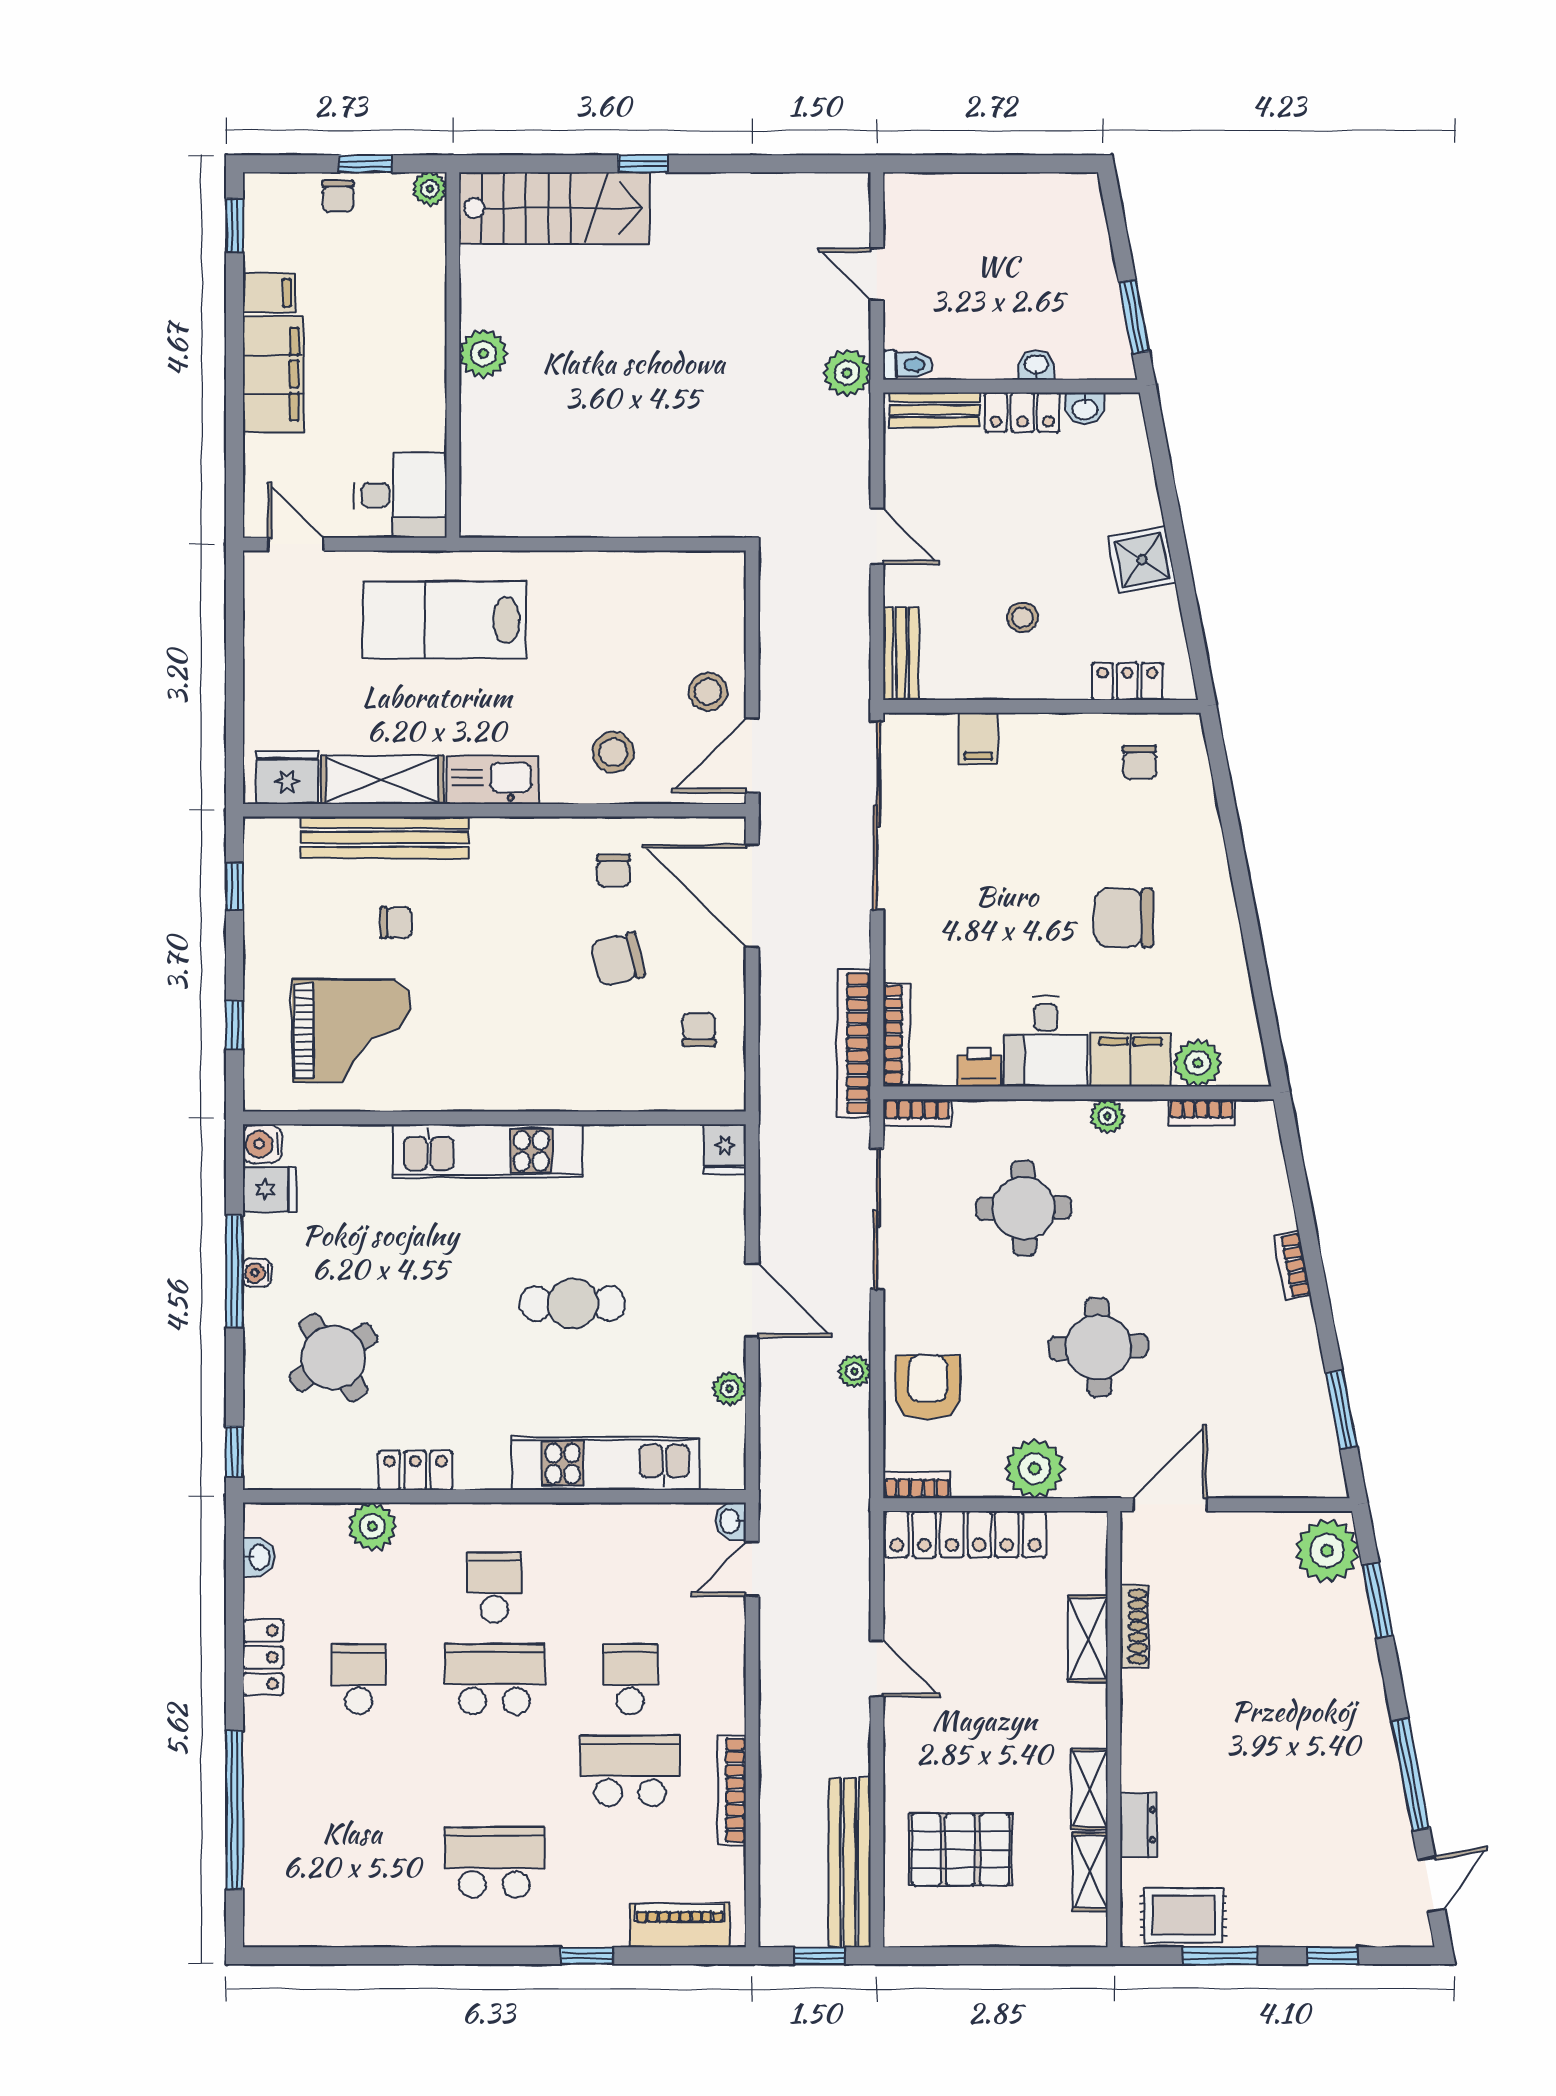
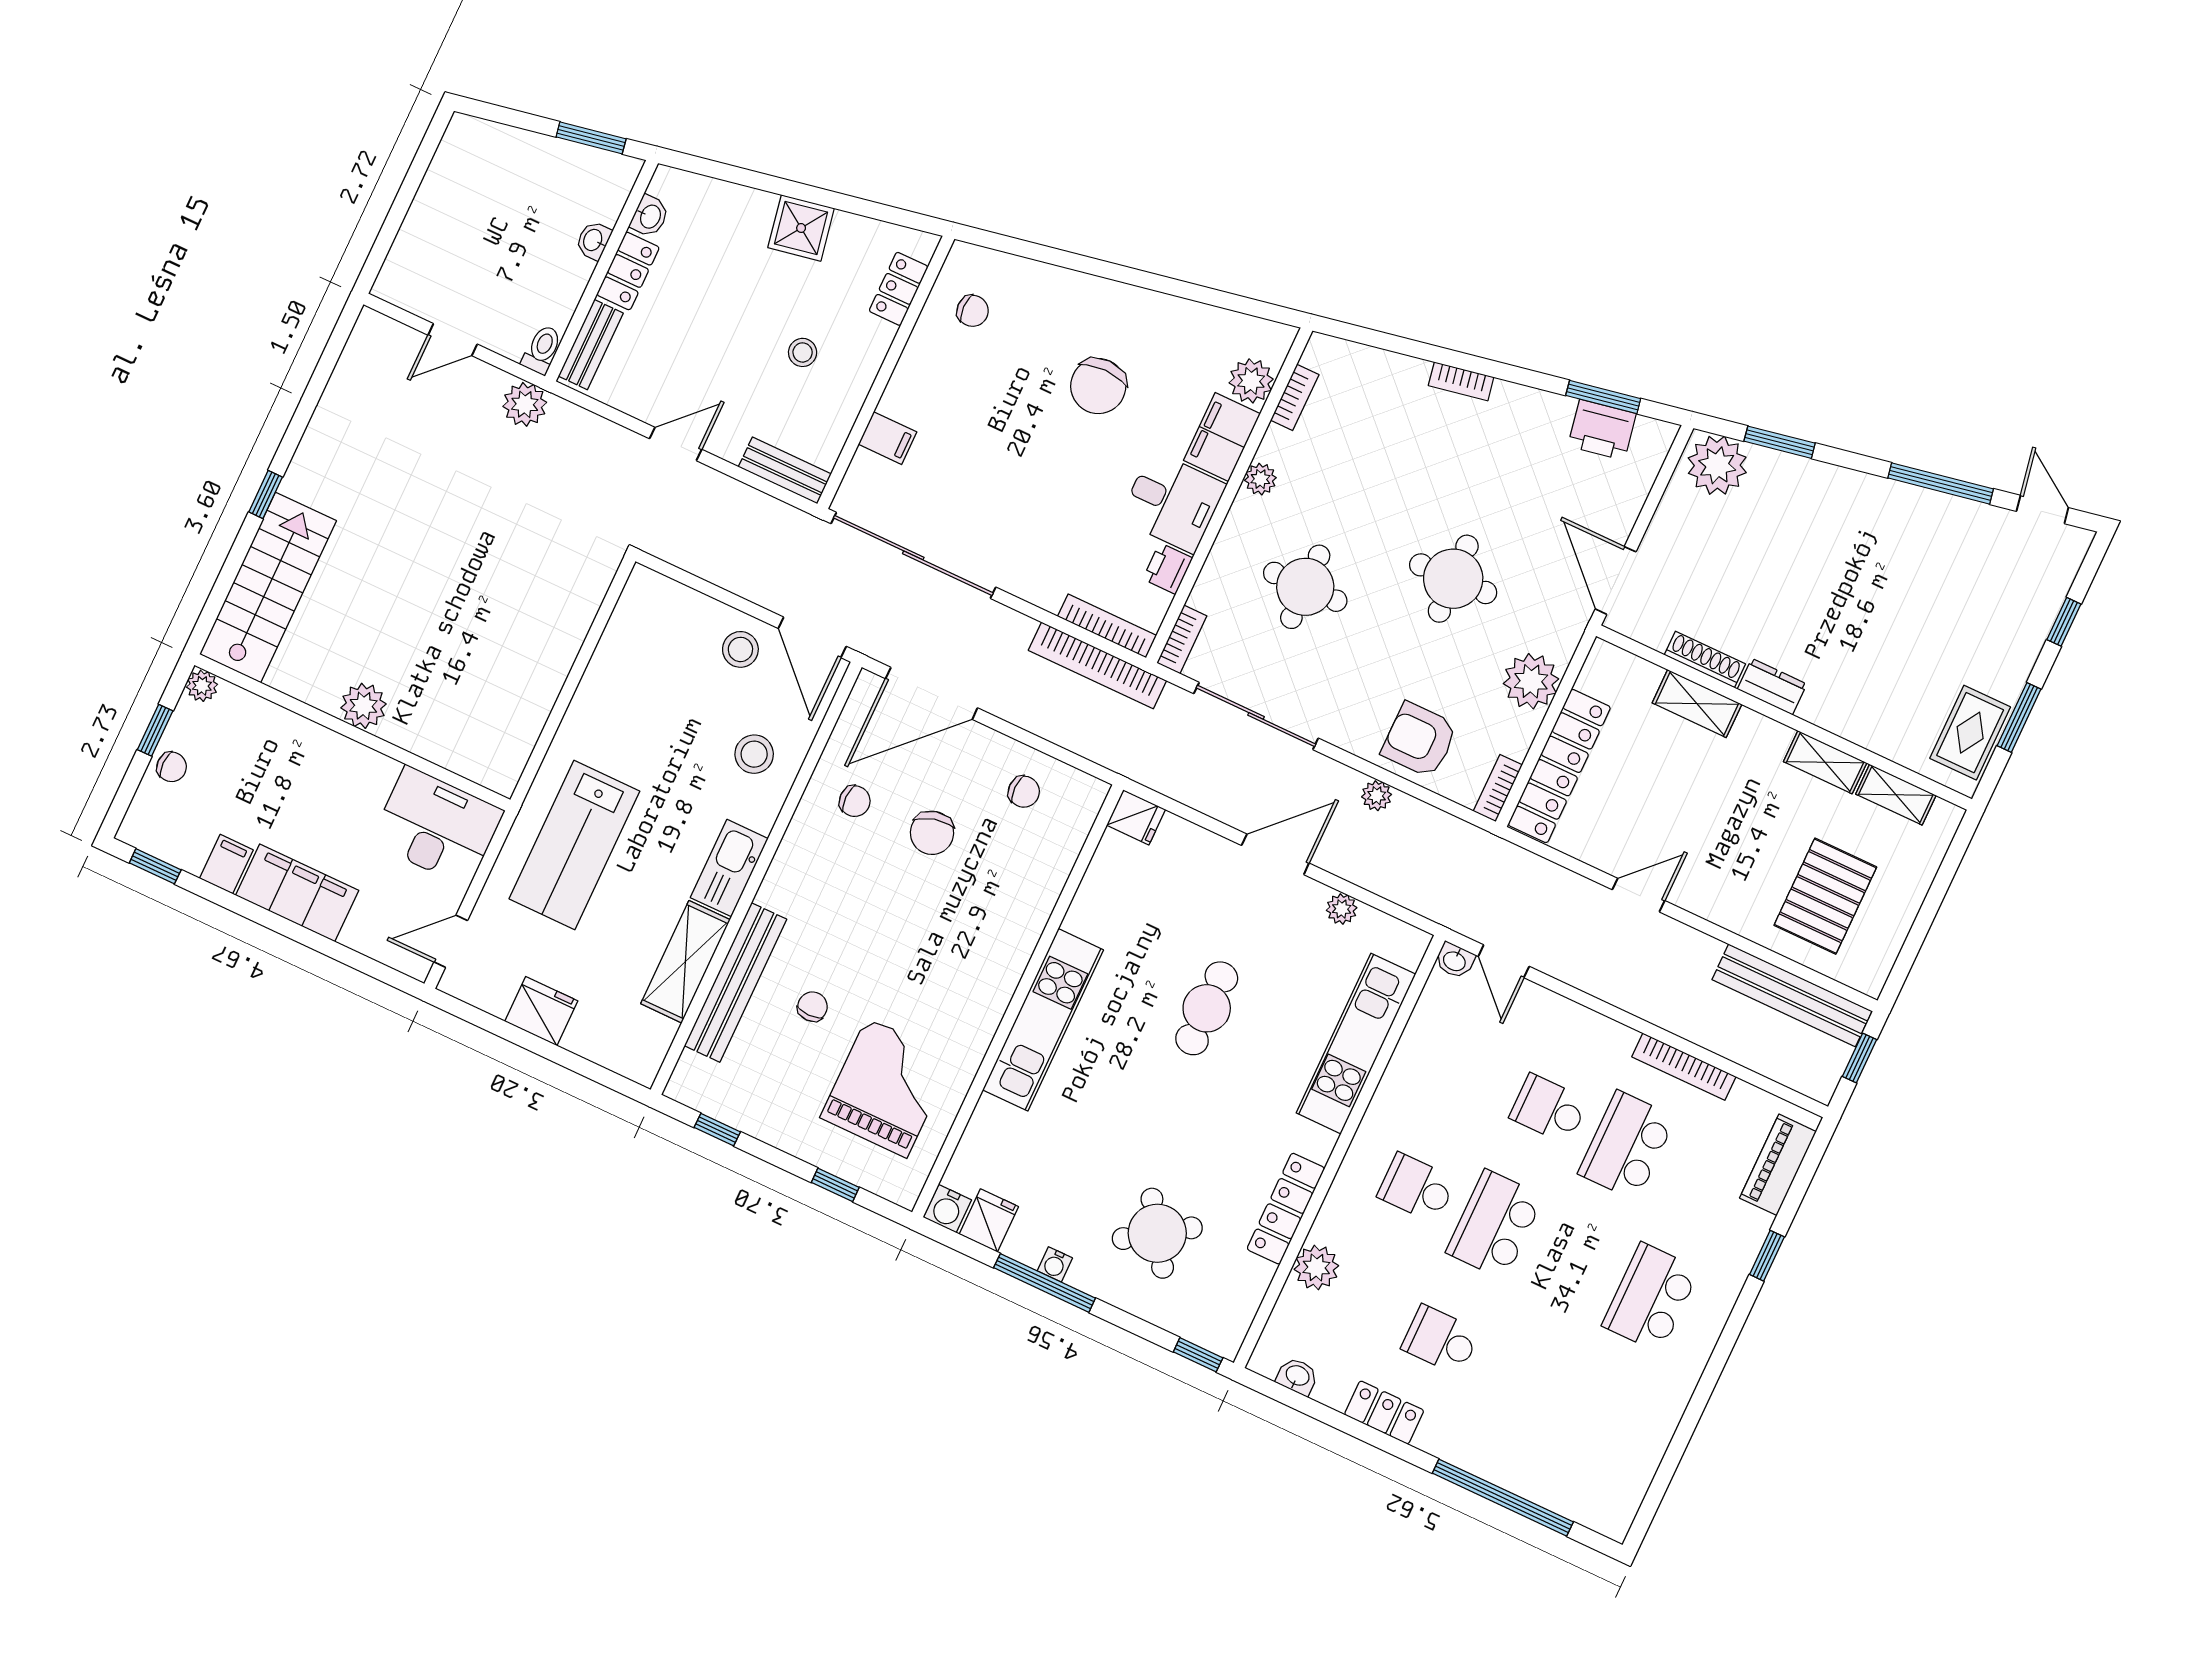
desk: (400, 495) -> (437, 826), width x1.37
fridge: (287, 778) -> (541, 1011), moved, turned 90
chair: (699, 1029) -> (1024, 792), turned 180
printer: (1309, 1423) -> (1602, 430), added
locker: (415, 1470) -> (1286, 1209), width x1.53
dresser: (1138, 1825) -> (1772, 687), moved

